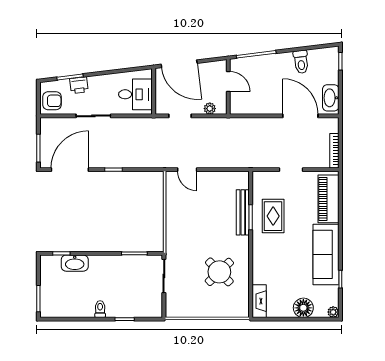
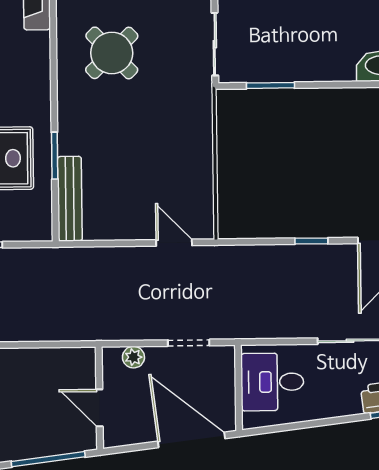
bench: (243, 212) -> (70, 199), moved

